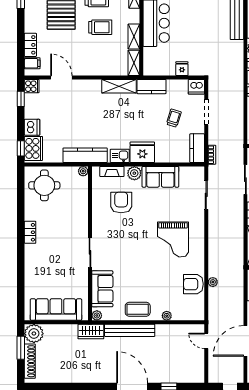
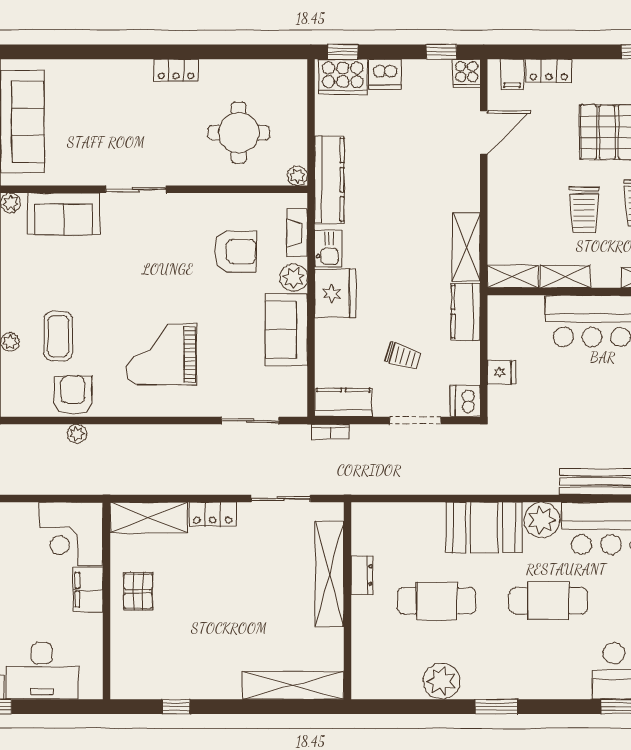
round table: (44, 185) -> (239, 133), moved
coffee table: (138, 309) -> (58, 336), moved

